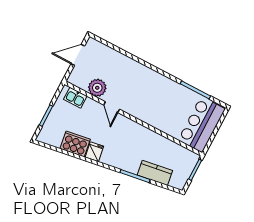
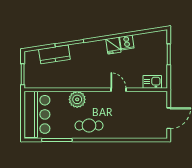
plant: (97, 88) -> (77, 99), moved
cafe table: (158, 88) -> (89, 126), added
cooker: (75, 144) -> (127, 42), width x0.53, depth x0.76

